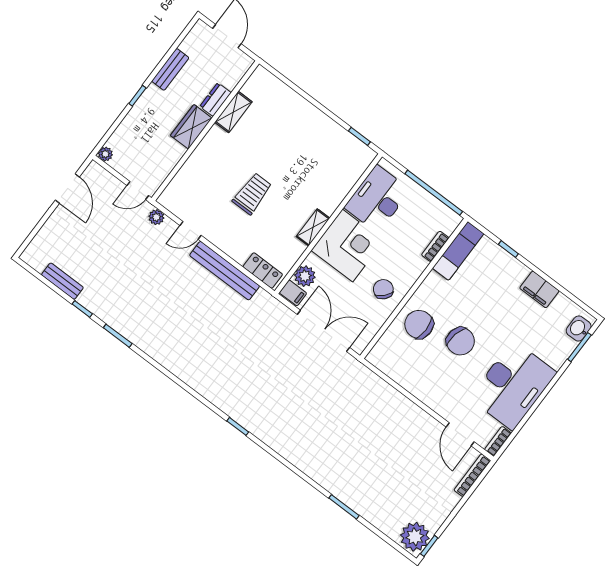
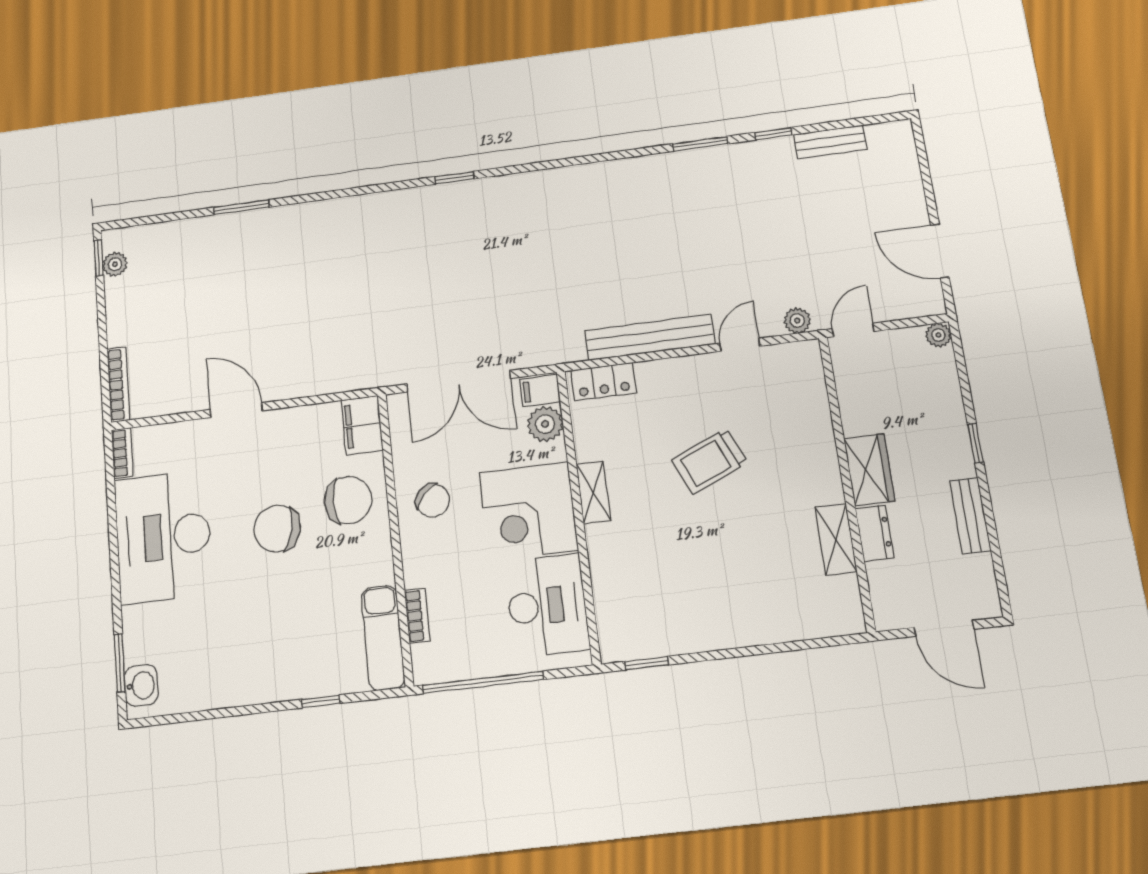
trolley: (252, 194) -> (710, 461), turned 67
filing cabinet: (539, 289) -> (362, 425), moved, turned -90
door: (460, 434) -> (236, 410), moved
plant: (415, 537) -> (115, 264), width x0.53, depth x0.53

